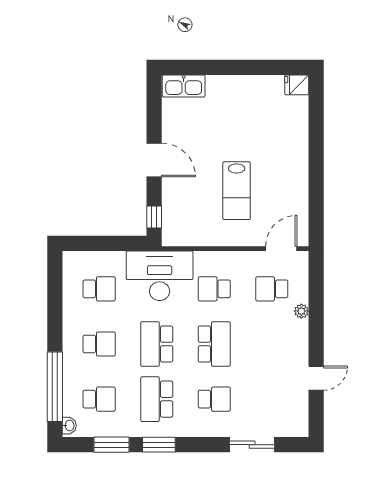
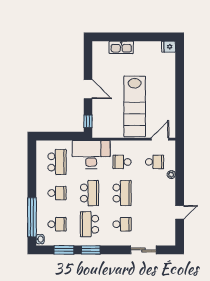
kitchen sink: (184, 86) -> (121, 47), moved
lab bench: (237, 191) -> (135, 106), width x1.86, depth x1.39
school desk: (99, 289) -> (57, 162), width x1.85
school desk: (272, 289) -> (155, 162), turned 180
school desk: (157, 344) -> (90, 193), turned 180

